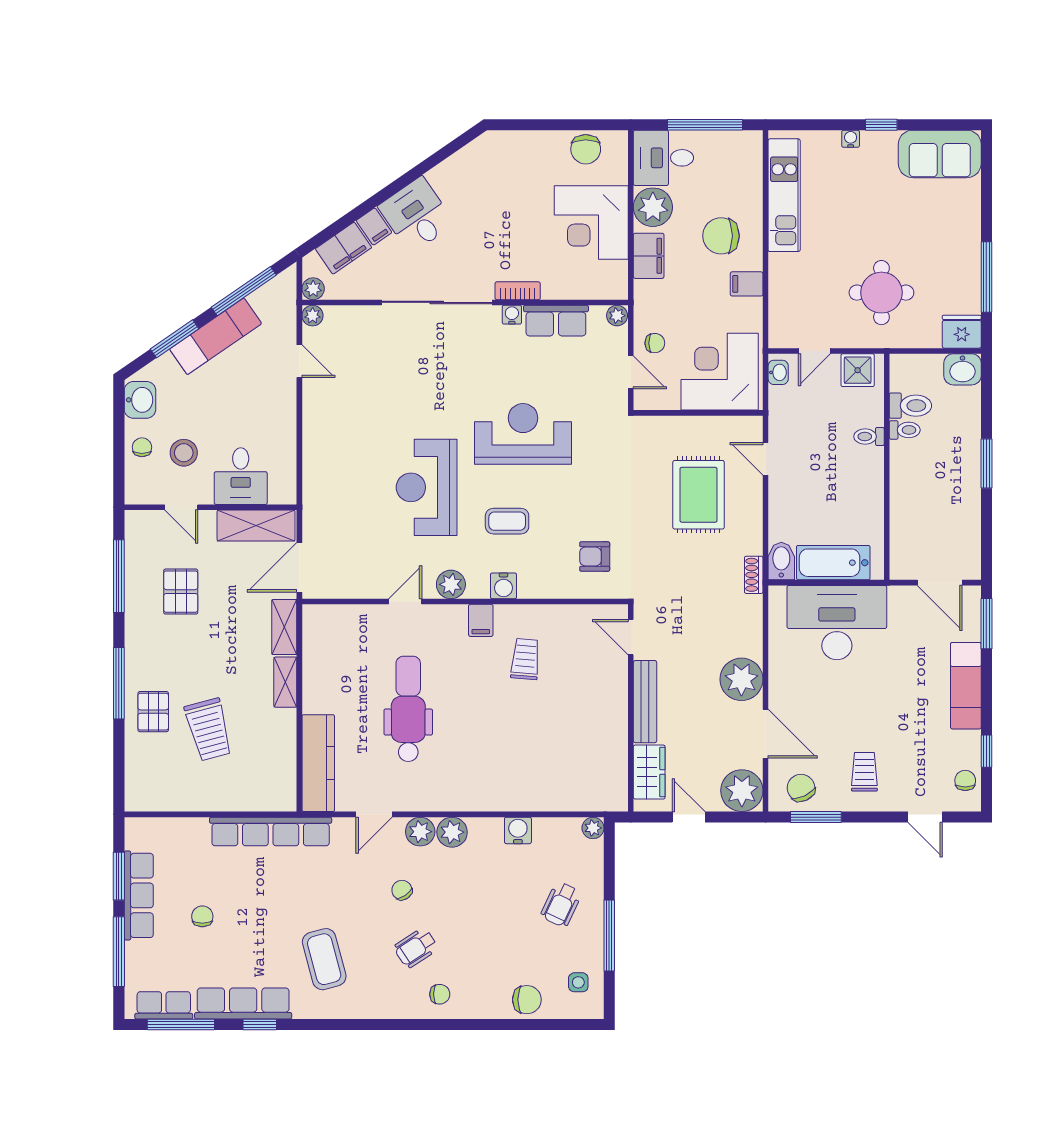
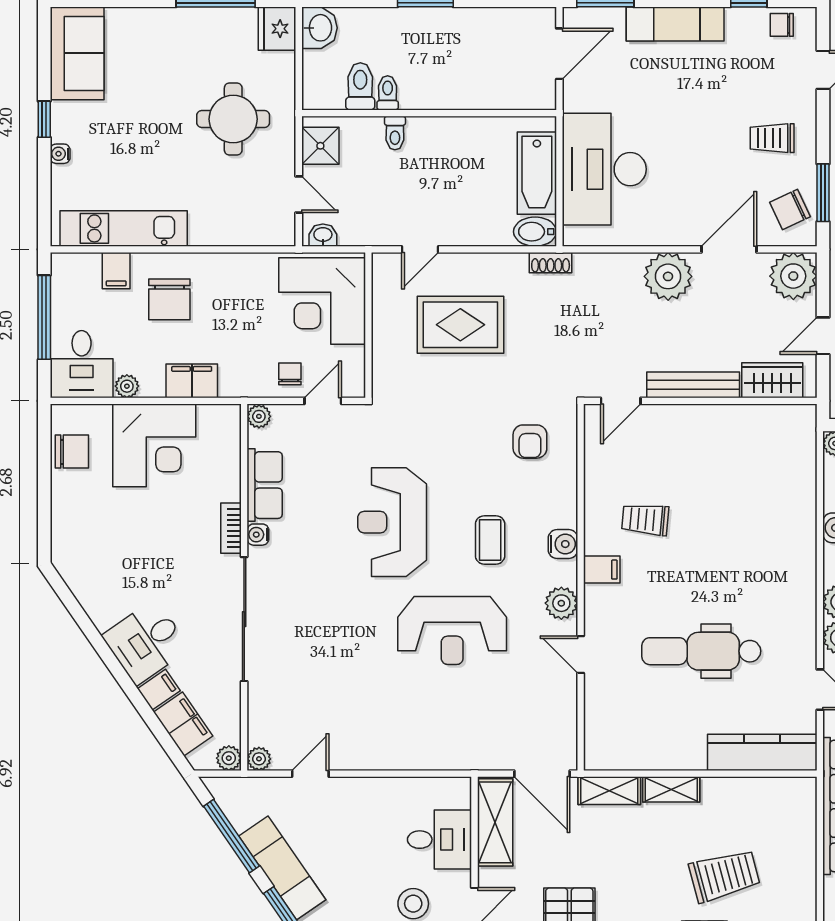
plant: (653, 207) -> (127, 386), width x0.53, depth x0.53
filing cabinet: (747, 284) -> (116, 271), moved

